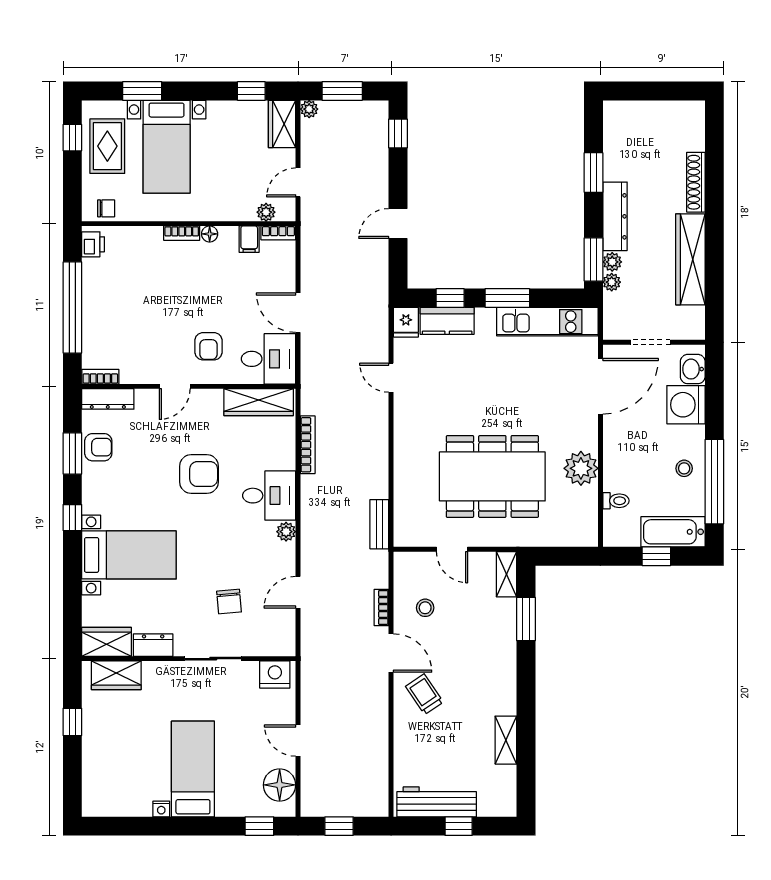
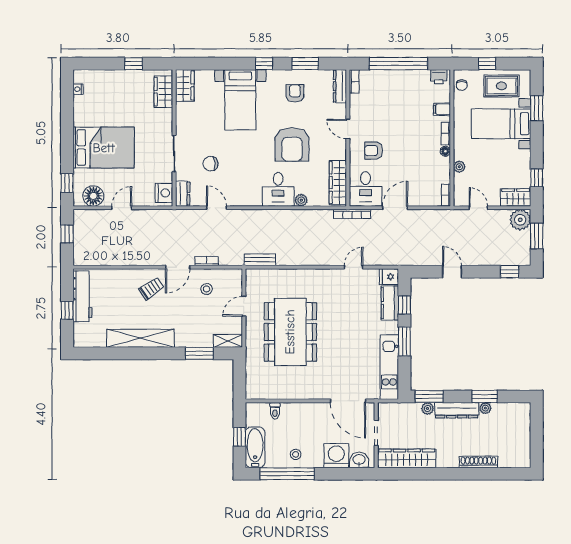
plant: (309, 109) -> (520, 220), width x1.88, depth x1.88
window: (72, 138) -> (487, 64), moved
plant: (266, 212) -> (459, 167), moved
filing cabinet: (249, 239) -> (442, 109), moved
wardrobe: (690, 259) -> (407, 458), moved
plant: (612, 282) -> (485, 408), moved
bookcase: (308, 445) -> (352, 214), moved
armchair: (98, 447) -> (295, 93), moved, turned 180
plant: (581, 468) -> (296, 389), removed
armchair: (199, 474) -> (292, 144), width x1.36, depth x1.36
plant: (286, 532) -> (301, 200), moved
dresser: (153, 645) -> (183, 194), moved
shelving: (506, 740) -> (140, 338), width x2.20, depth x1.33
bed: (193, 769) -> (104, 148), width x1.50
nightstand: (161, 809) -> (78, 89), moved

